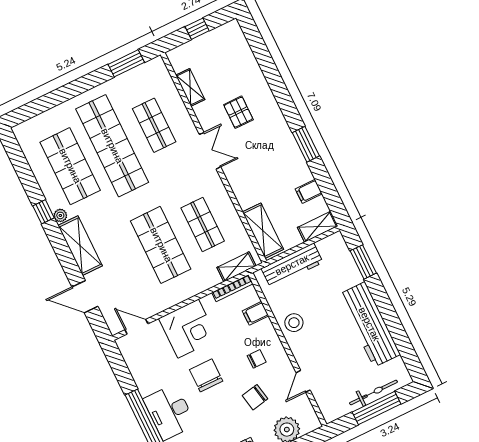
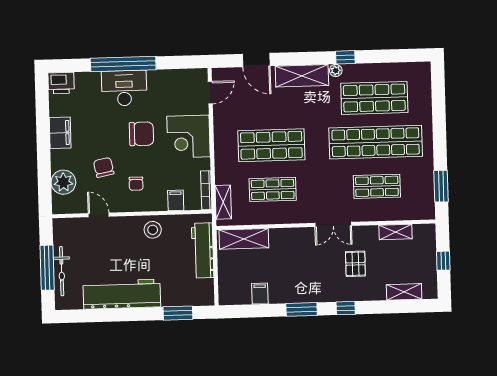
window: (285, 102) -> (346, 308), added
pallet: (238, 112) -> (355, 264), turned 90
shelving: (318, 227) -> (404, 292), moved, turned 90
door: (85, 297) -> (256, 60), swing flipped

